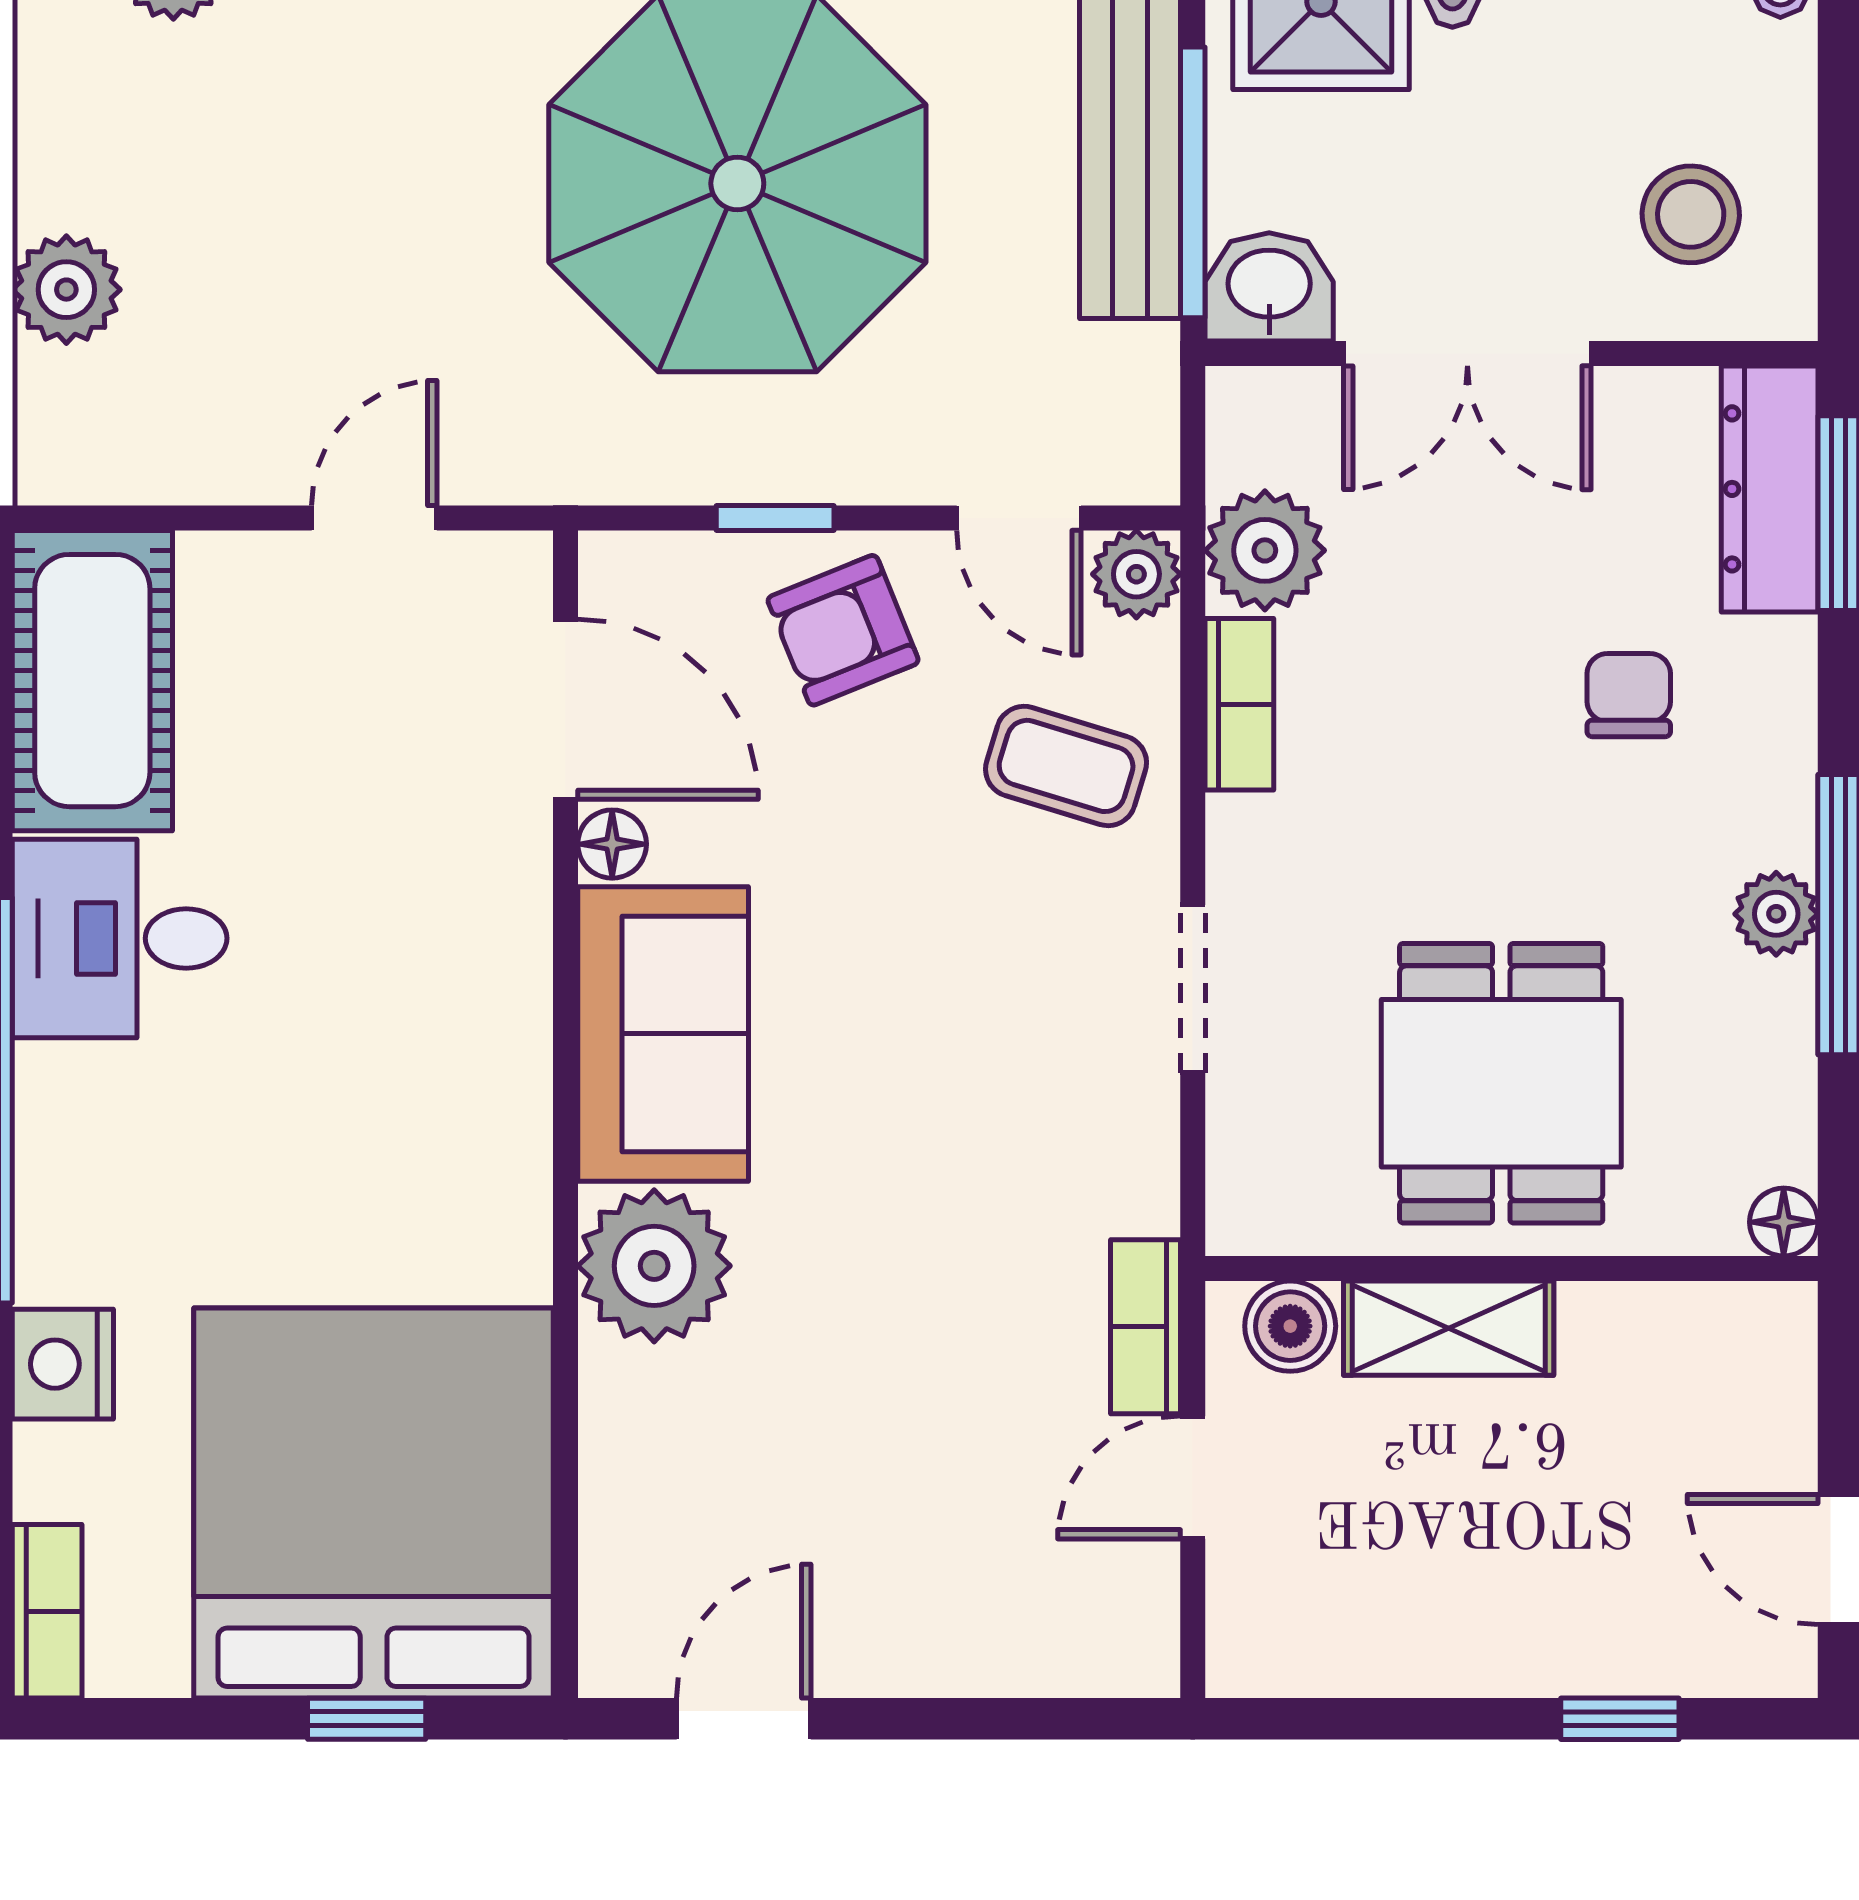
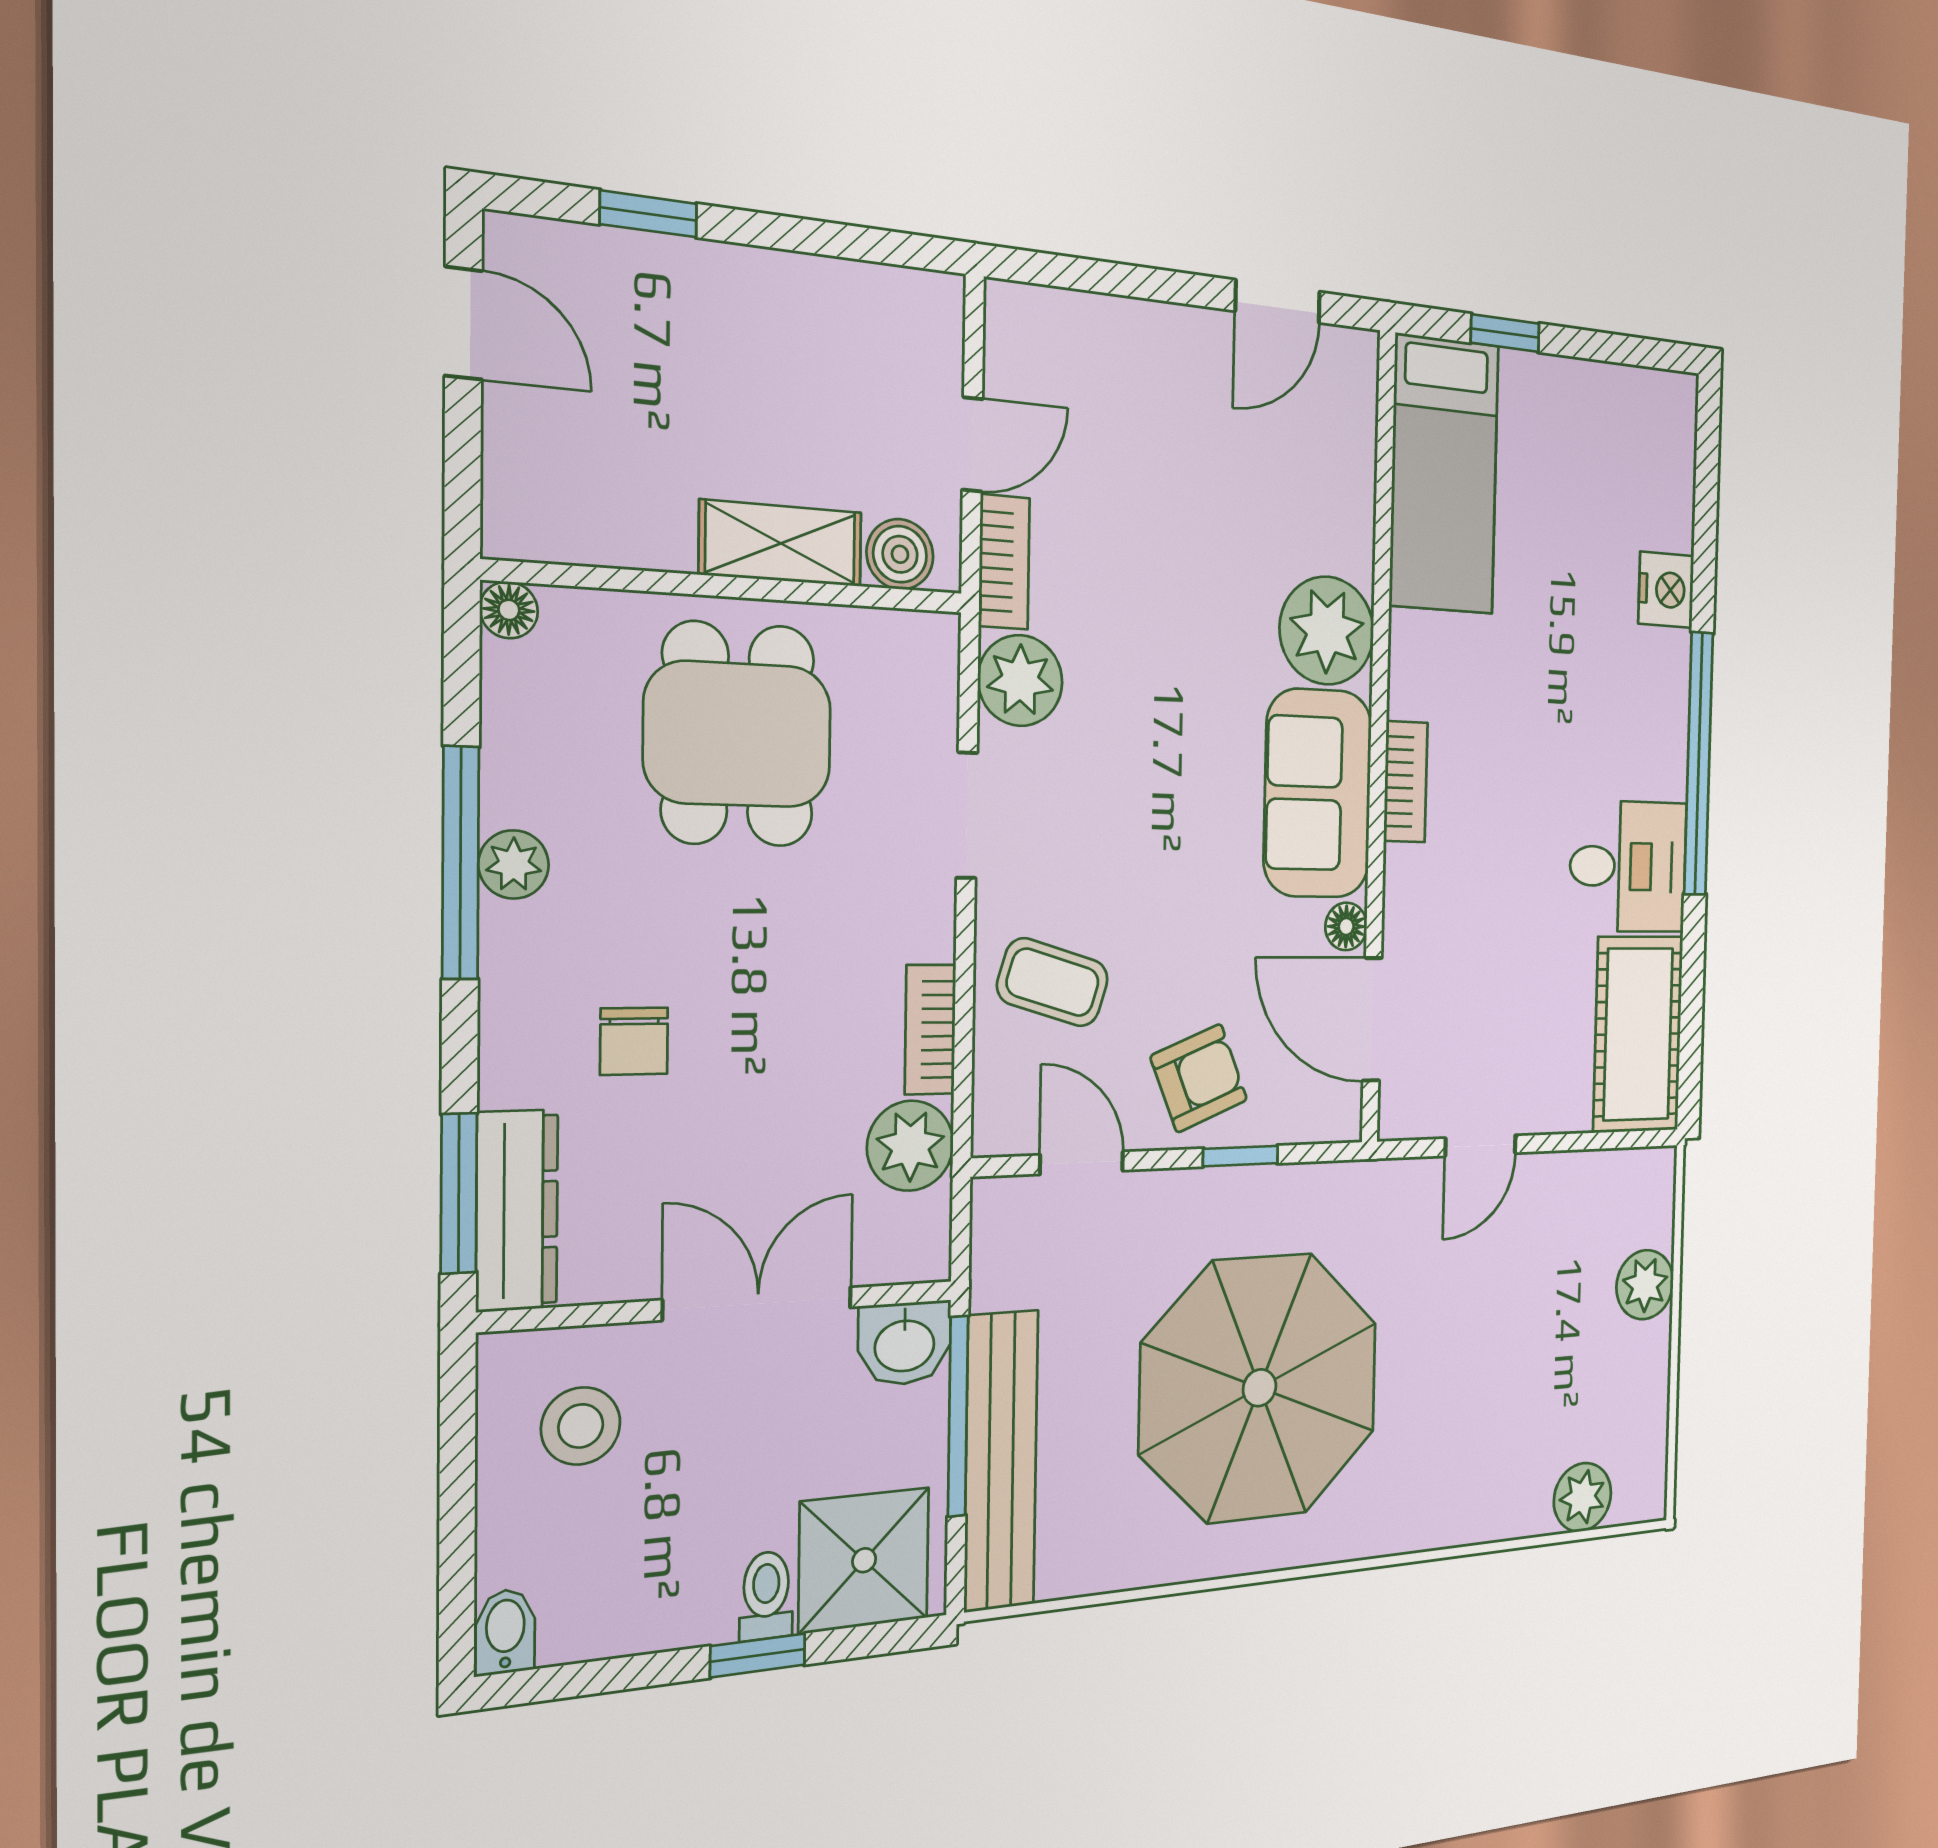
plant: (1136, 574) -> (1020, 680), moved, width x1.38, depth x1.38
bed: (374, 1503) -> (1444, 475), width x0.49
bookcase: (47, 1611) -> (1406, 782), moved, turned 180

